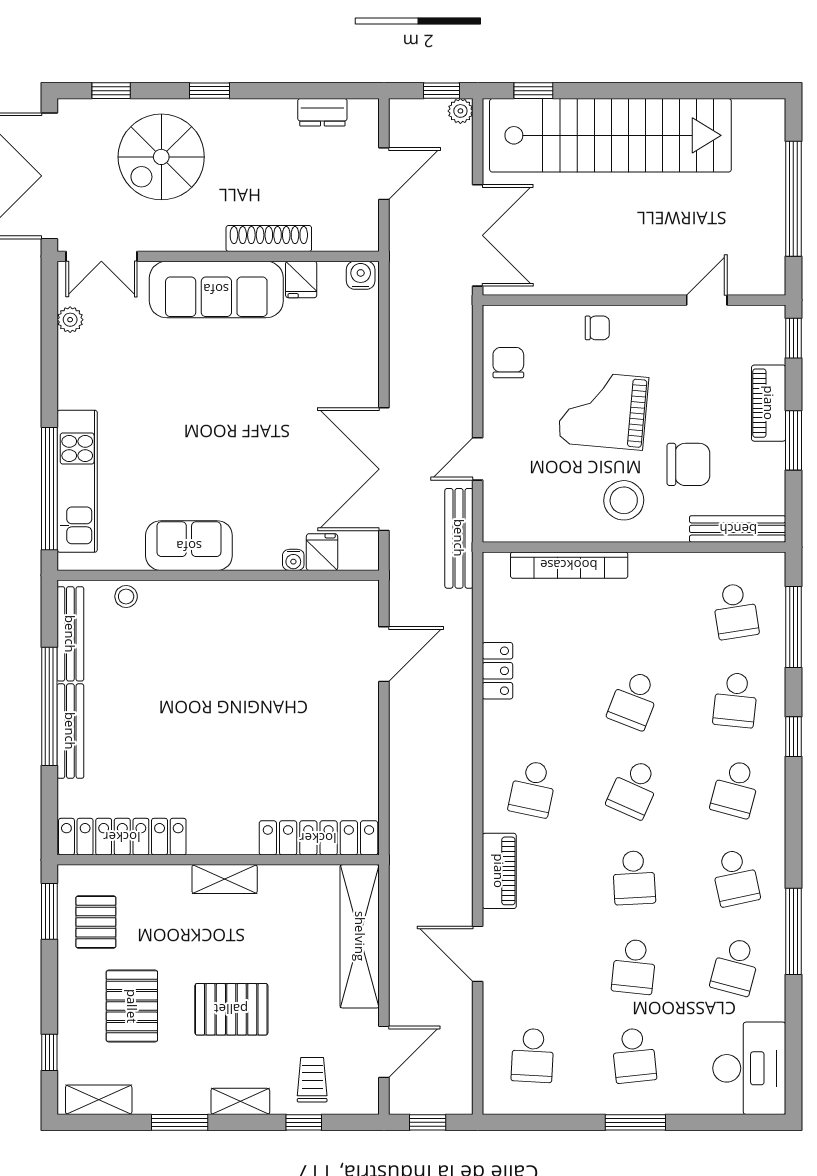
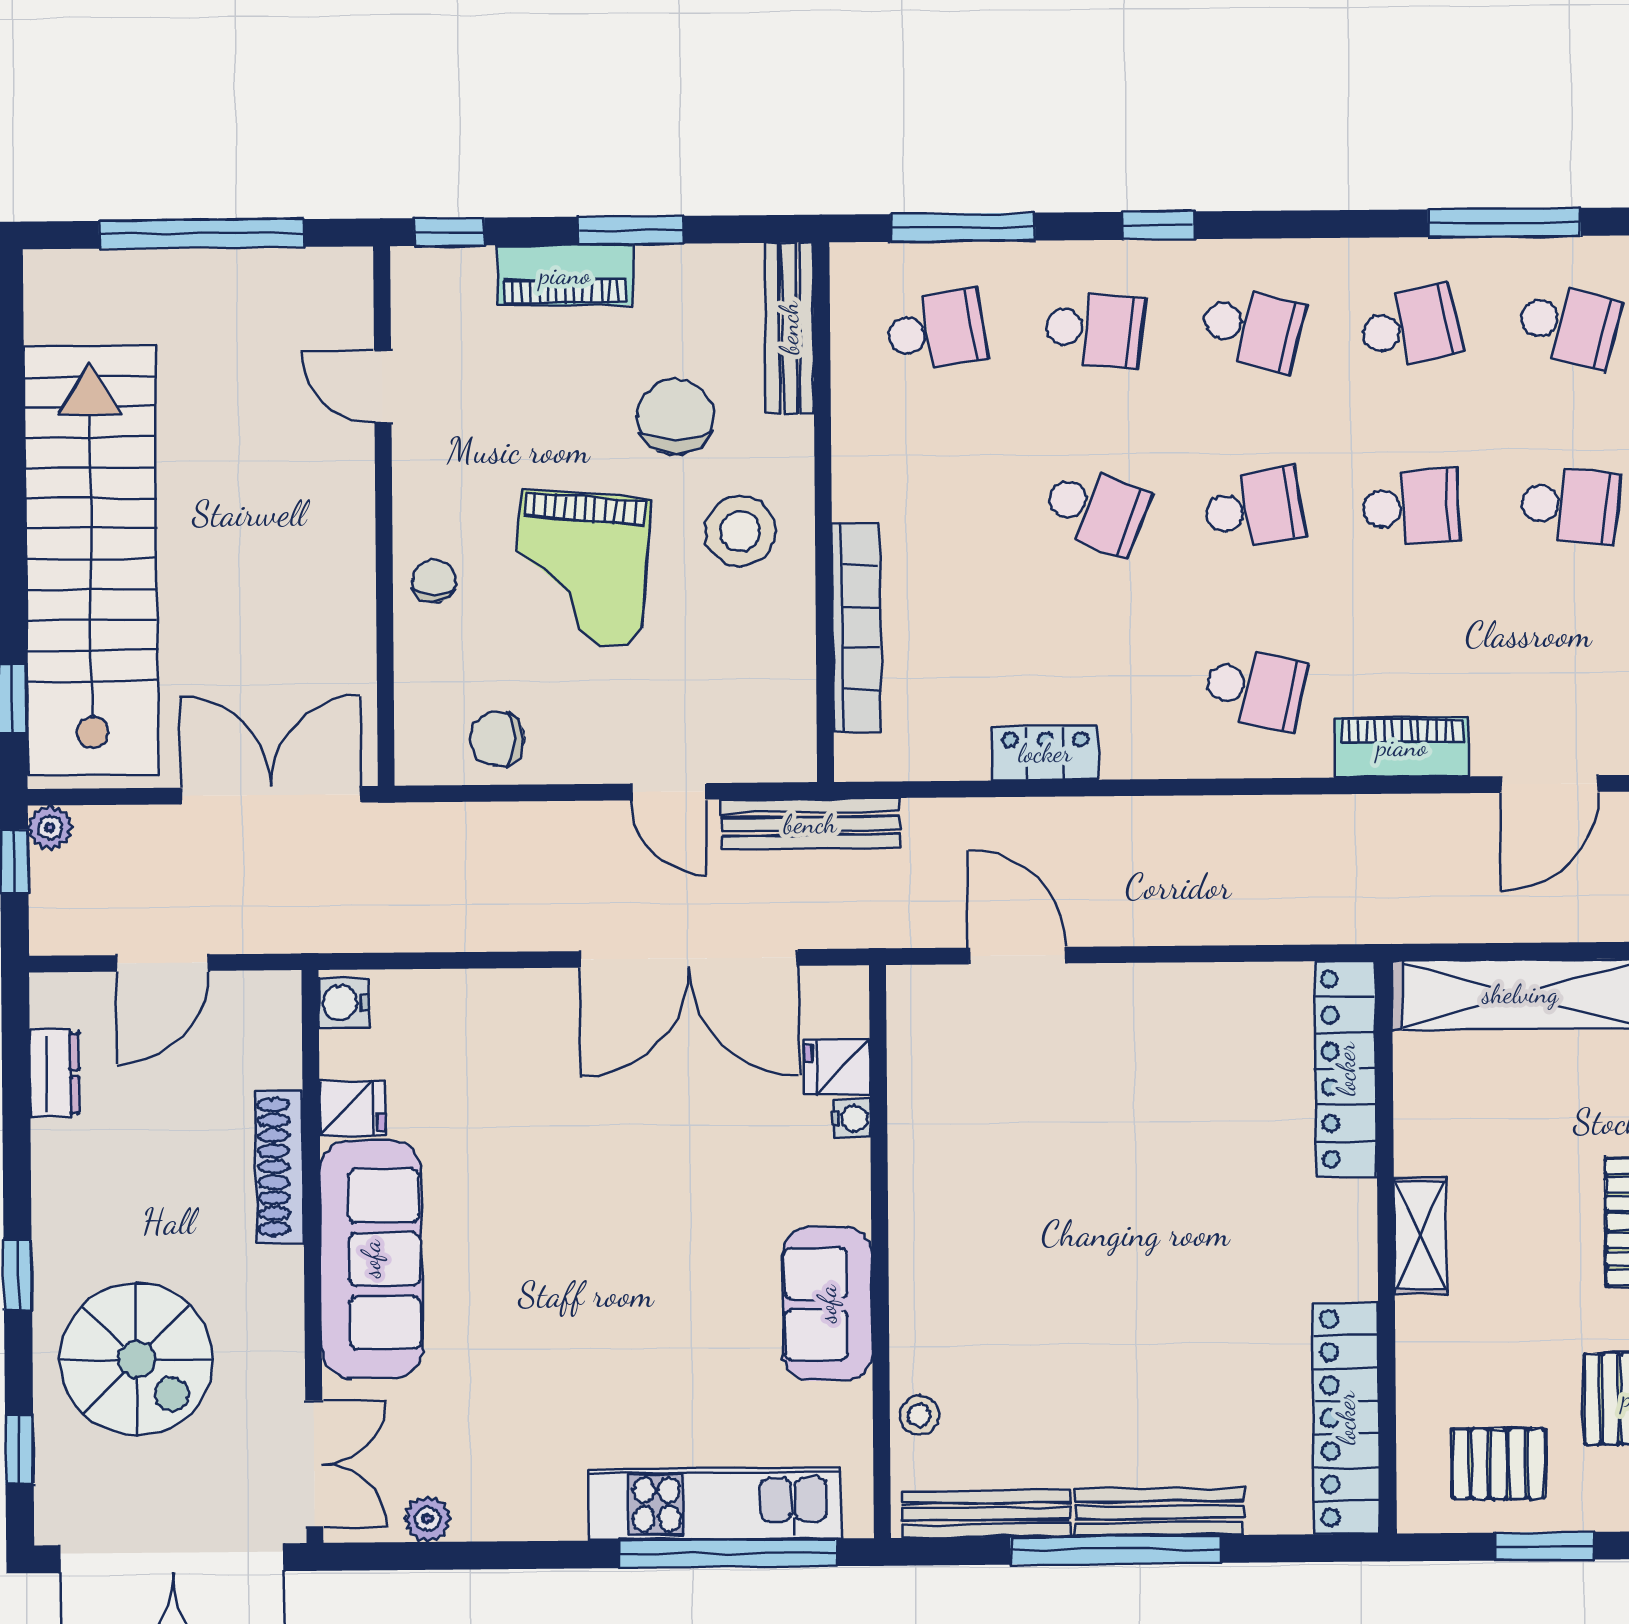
door: (384, 174) -> (163, 963), swing flipped
school desk: (634, 789) -> (1253, 508), turned -33
window: (49, 911) -> (1544, 1546), moved

